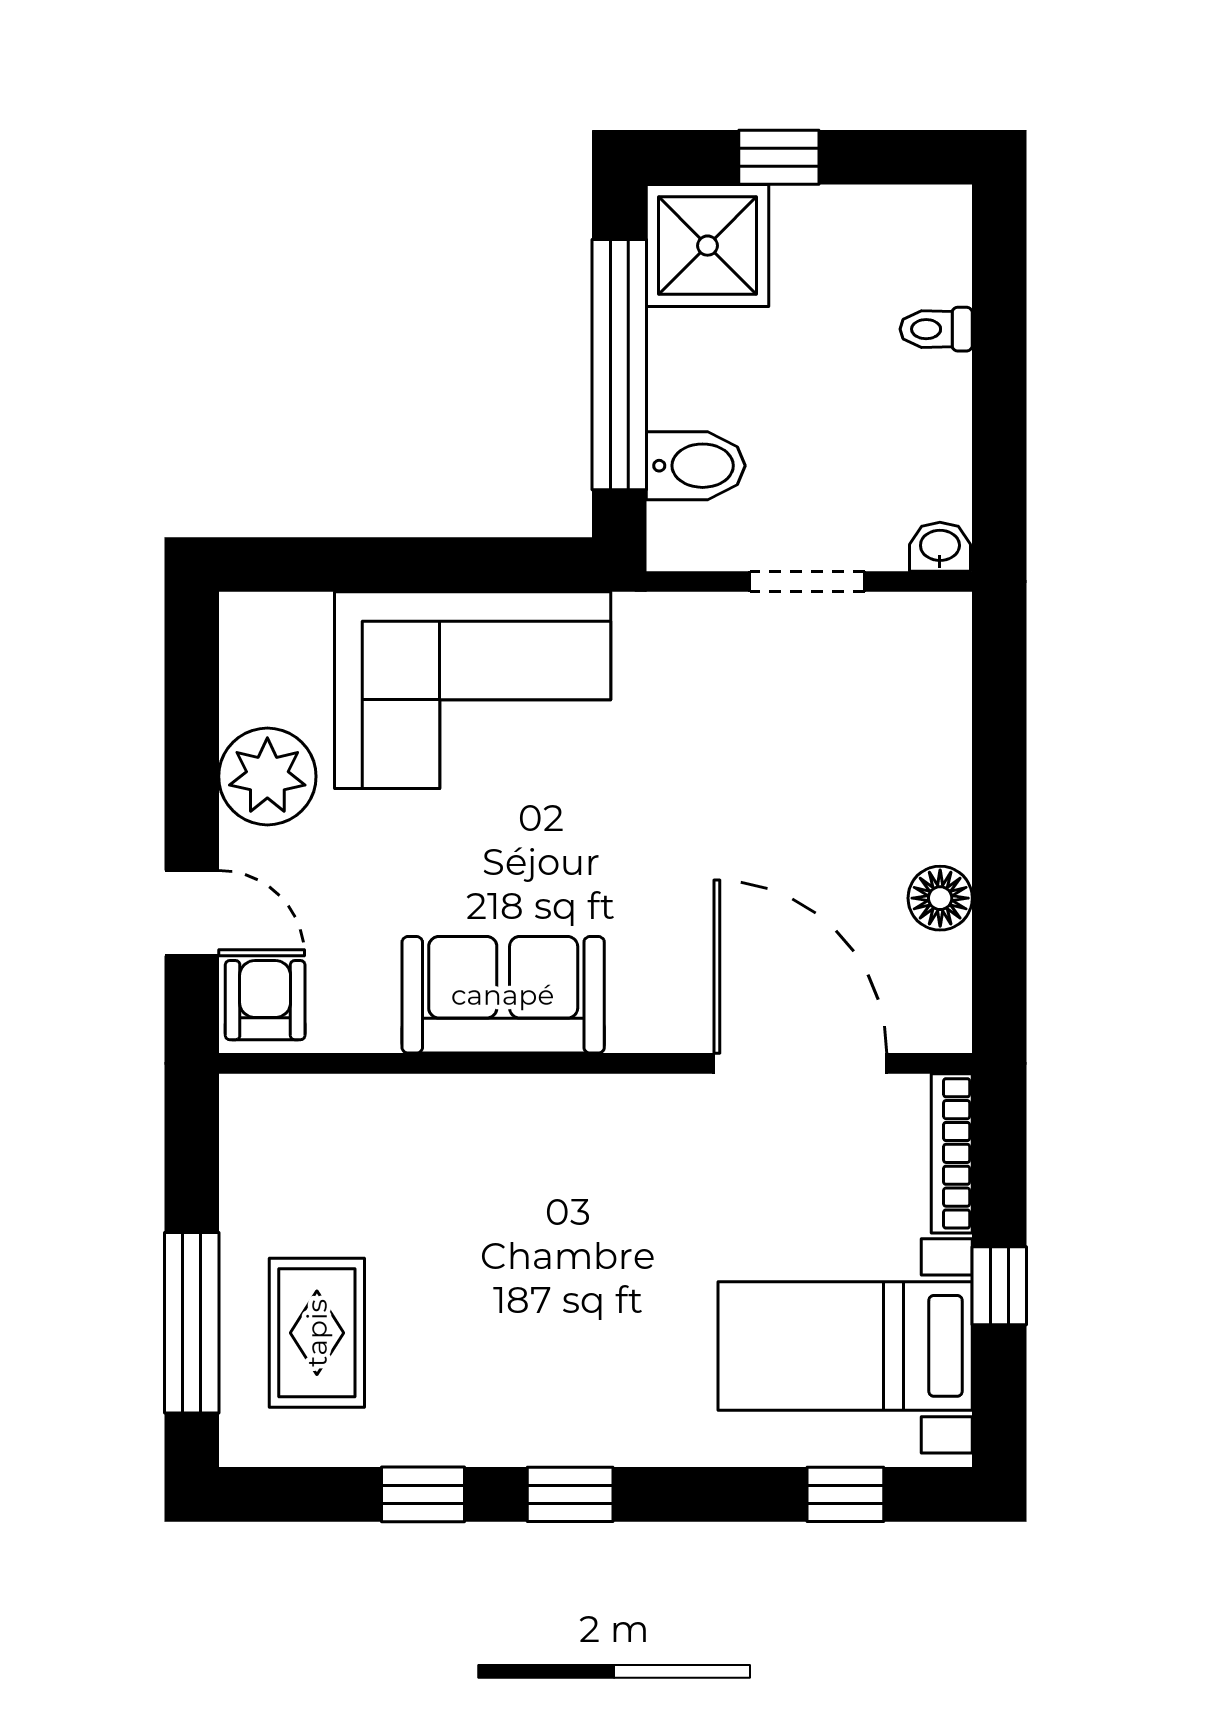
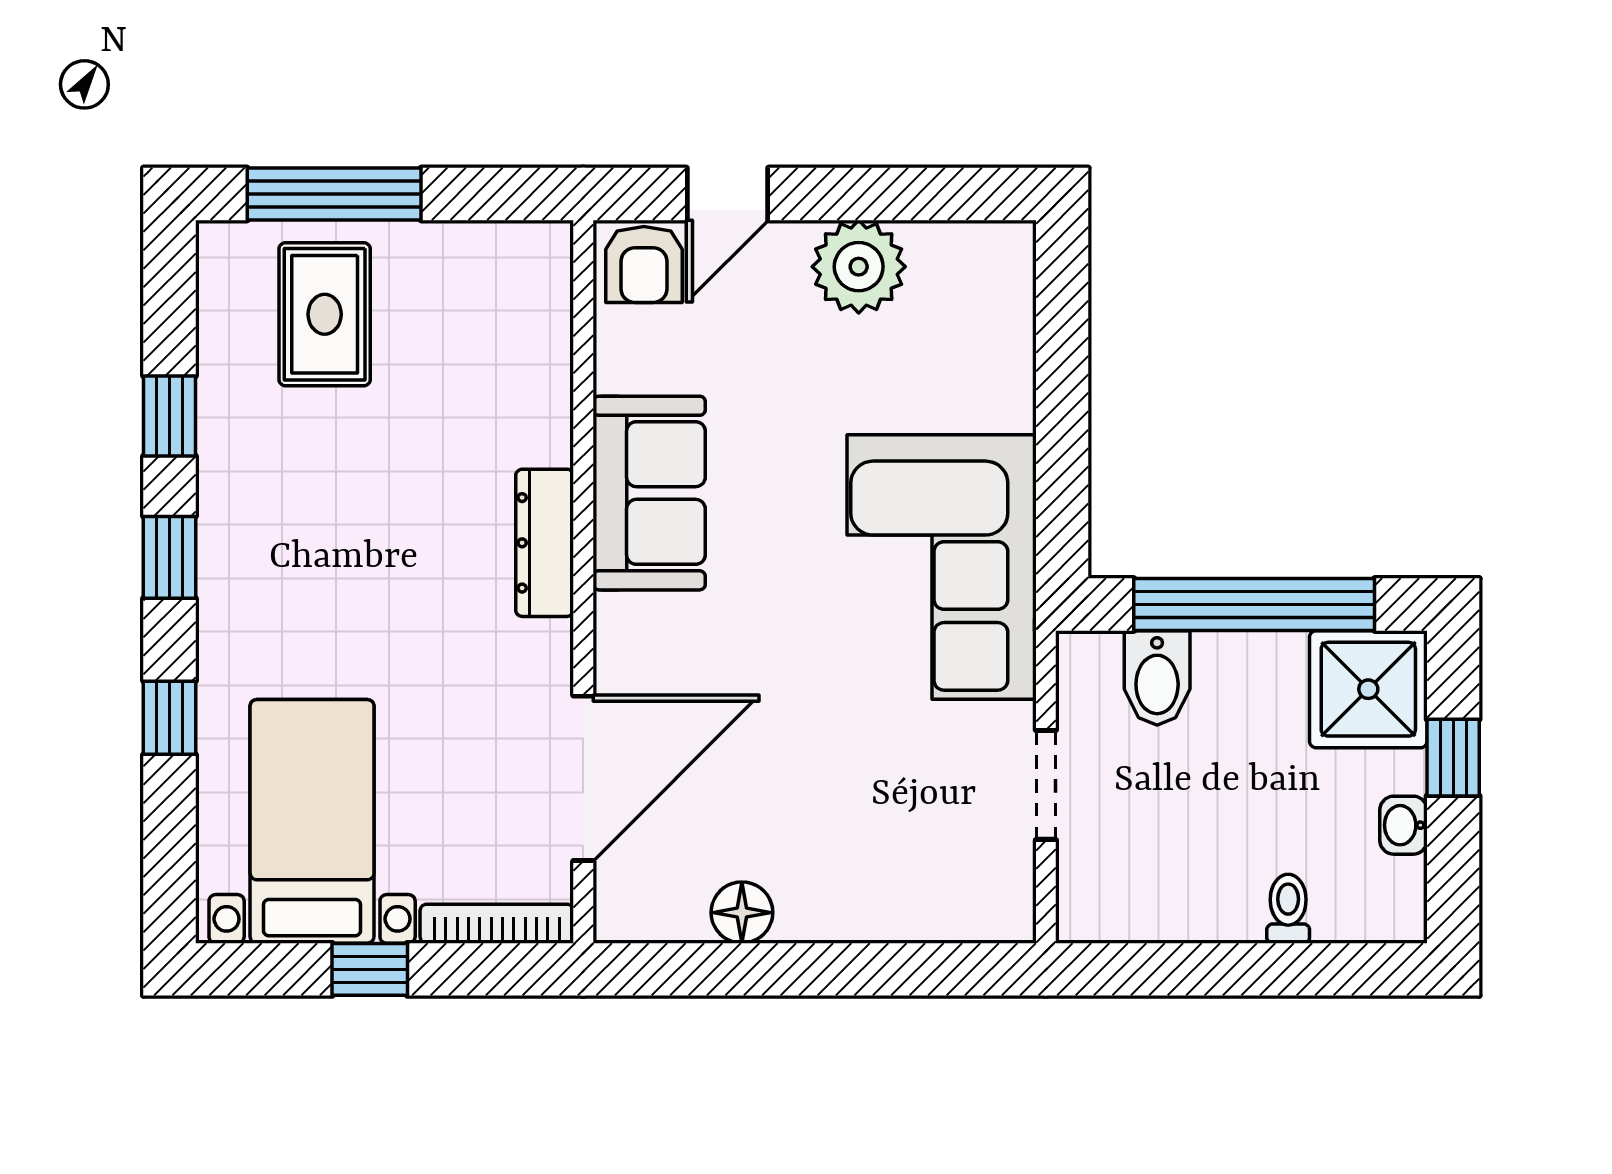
washbasin: (940, 547) -> (1403, 825), moved, turned 180
corner sofa: (473, 690) -> (942, 567), moved
armchair: (265, 1000) -> (644, 264), turned 90
dresser: (555, 1104) -> (545, 543), added
rug: (317, 1333) -> (325, 314), turned 90
window: (845, 1494) -> (169, 718), moved

